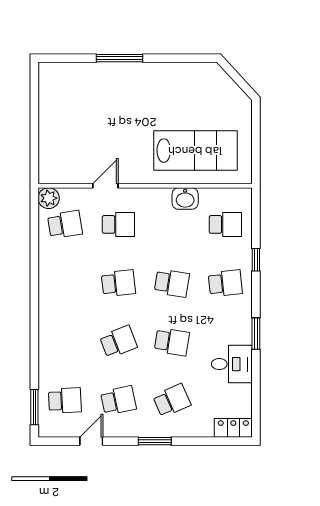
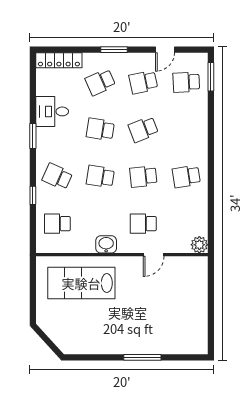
washbasin: (185, 199) -> (106, 244), moved
school desk: (65, 224) -> (186, 176), moved
school desk: (225, 283) -> (57, 176), turned 30
locker: (233, 428) -> (59, 60), width x1.53

